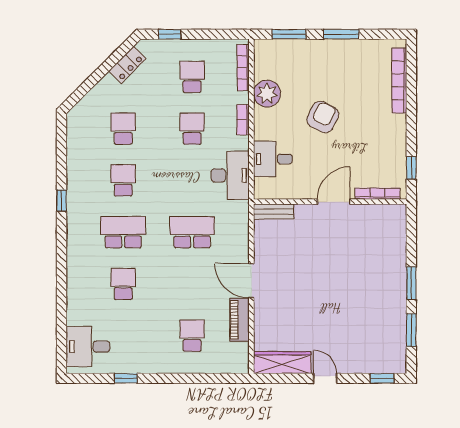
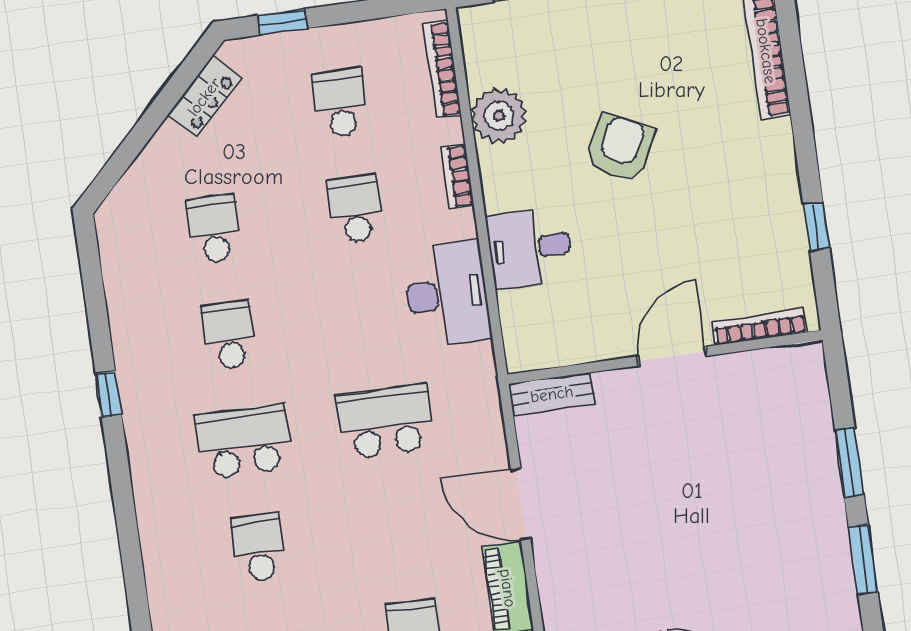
bookcase: (377, 194) -> (760, 327), moved
wall: (330, 202) -> (665, 357), moved
door: (334, 202) -> (672, 356), moved
bench: (274, 211) -> (552, 394), moved

